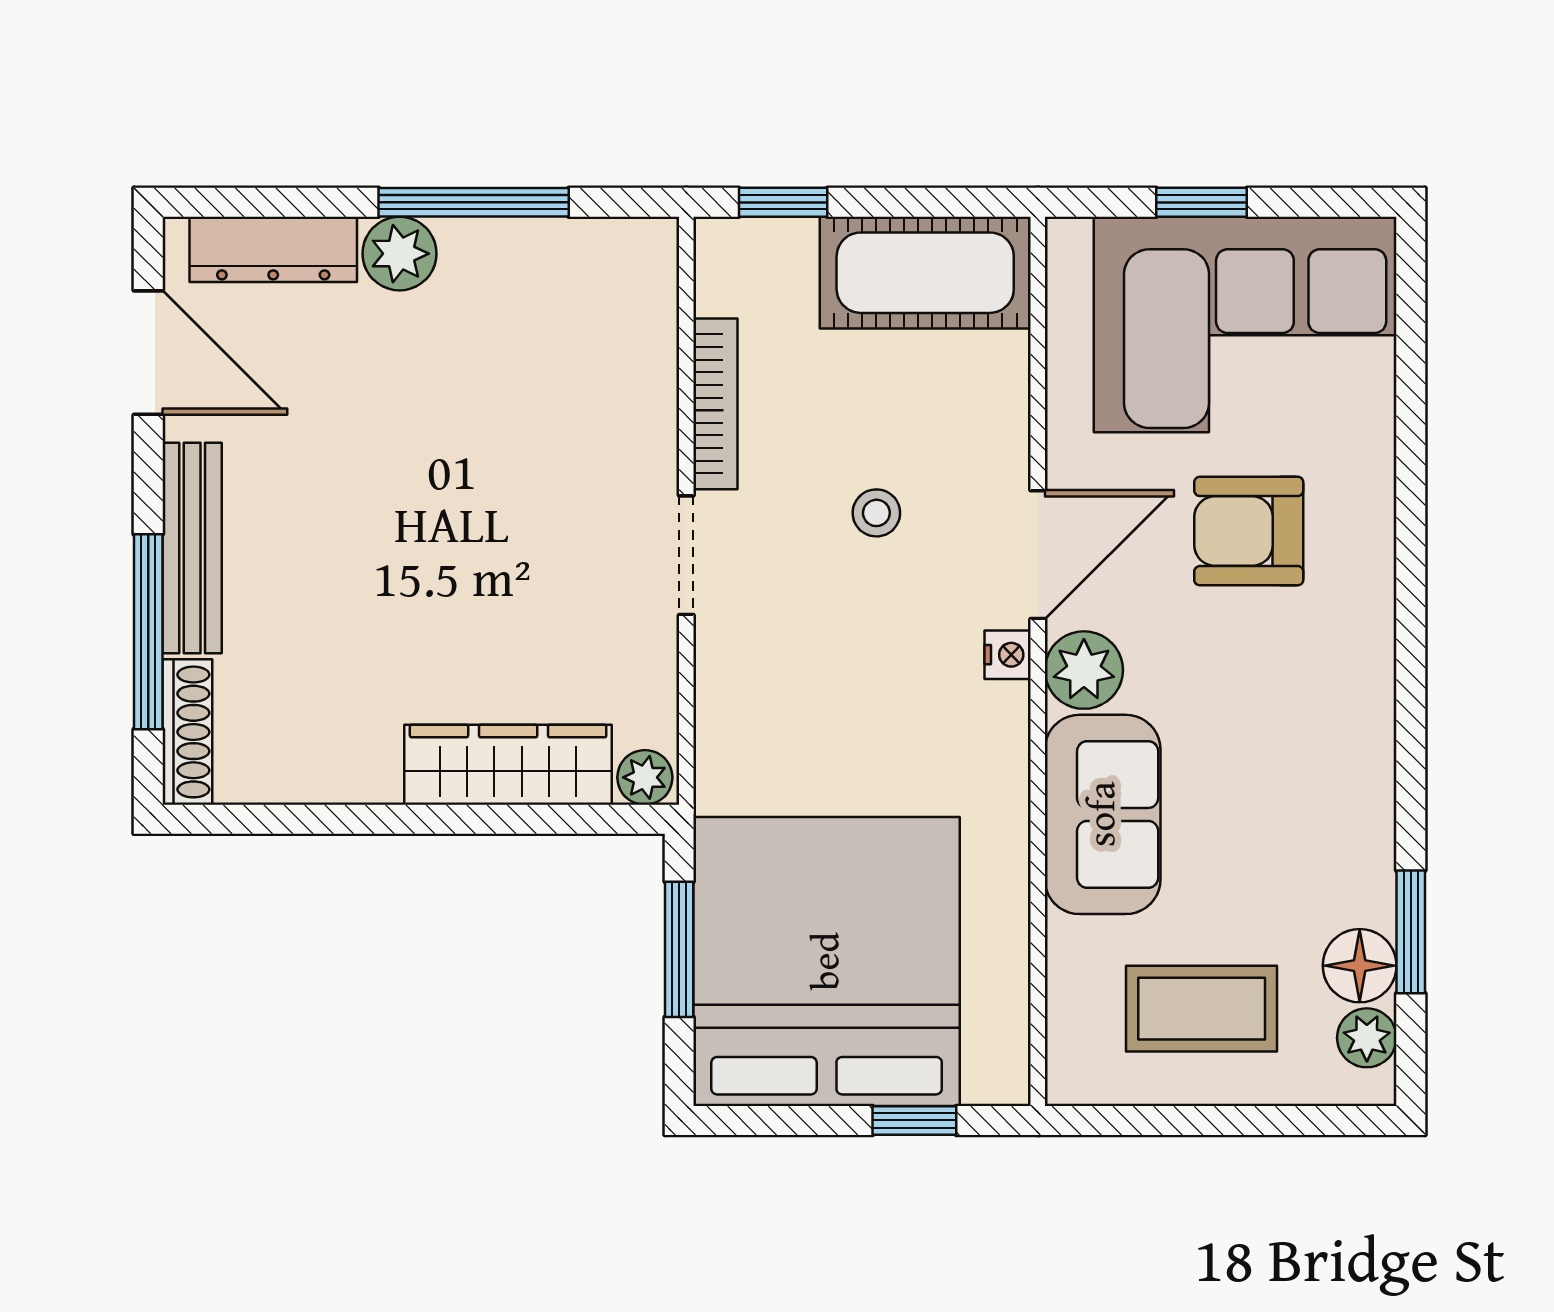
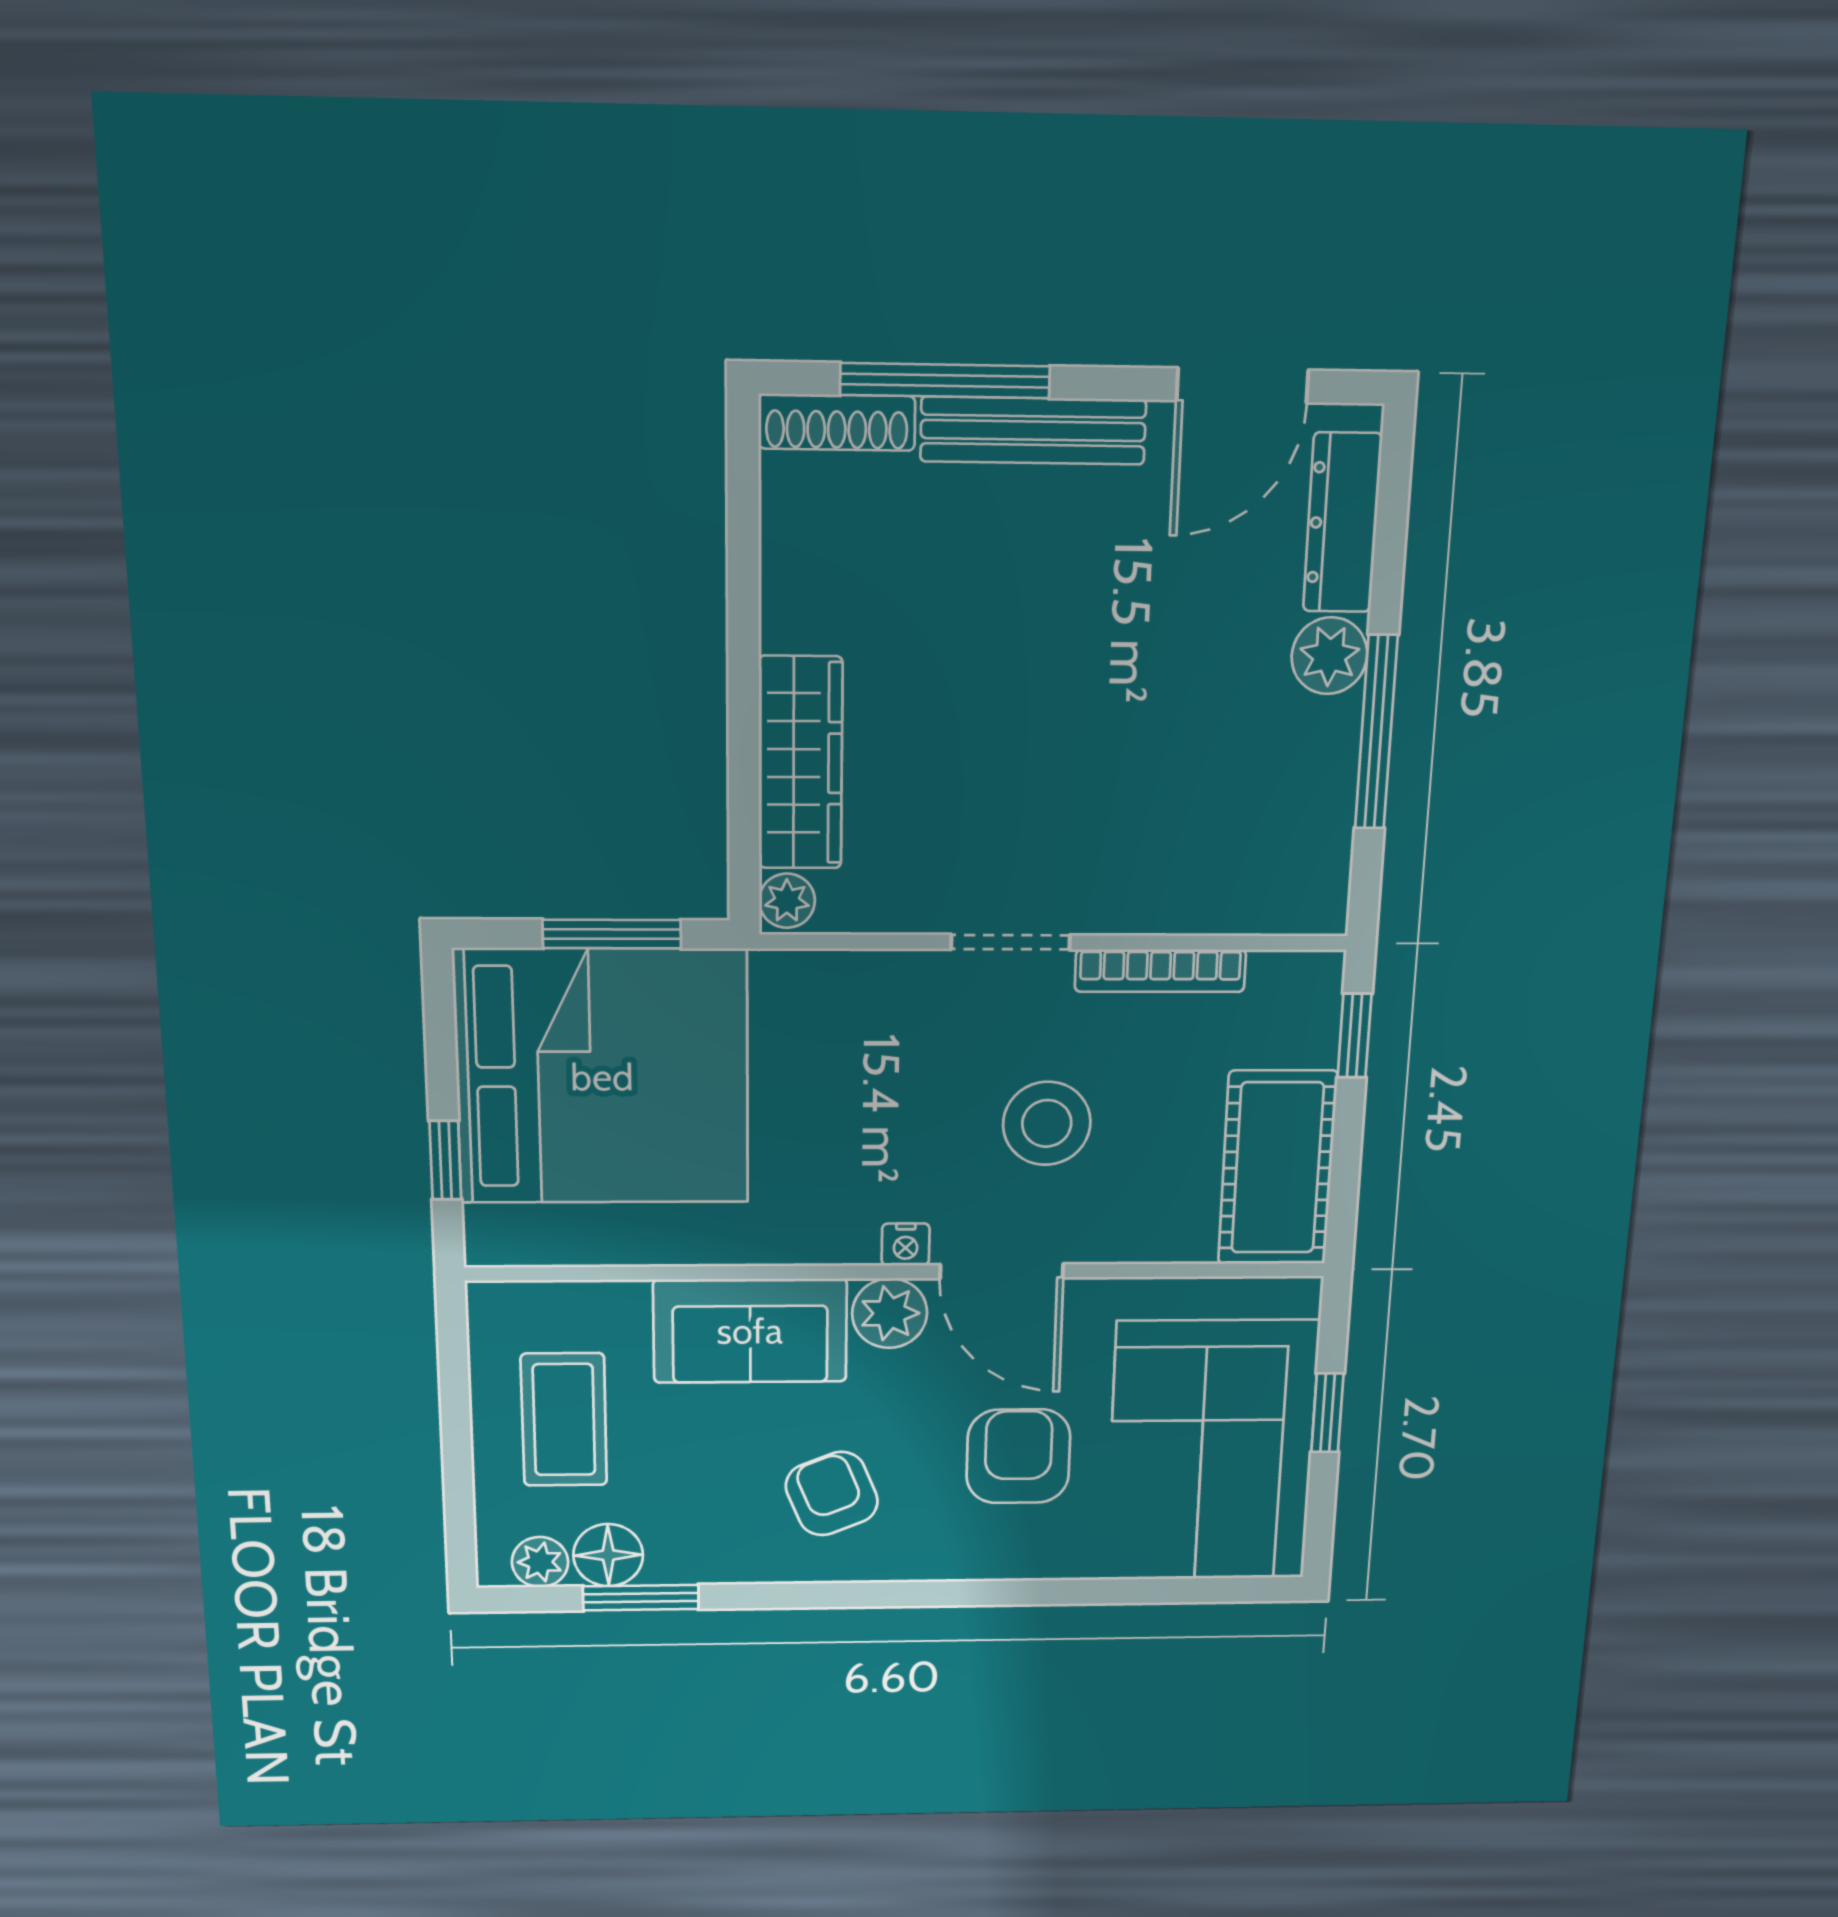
stool: (876, 513) -> (1047, 1123), width x1.89, depth x1.89
armchair: (1290, 729) -> (832, 1494), added

